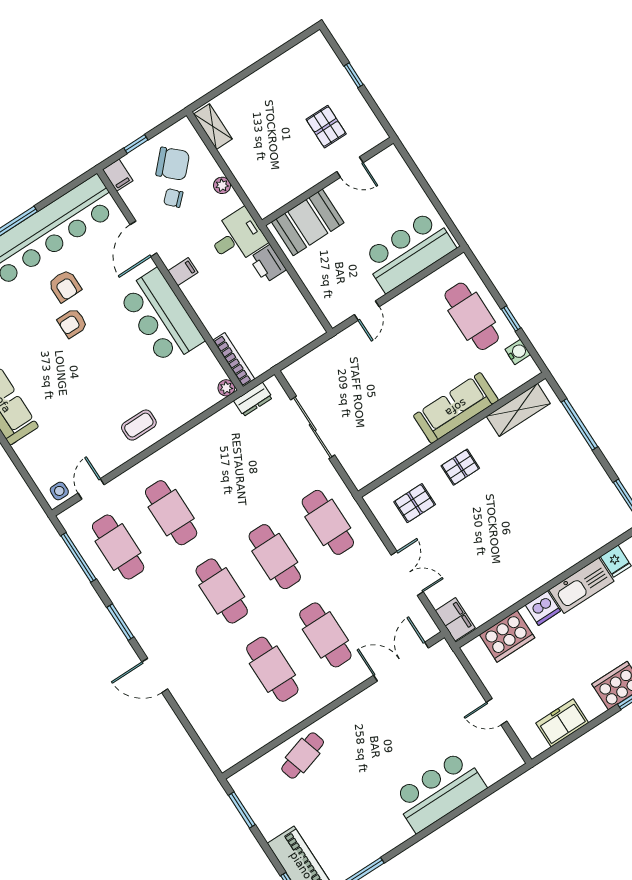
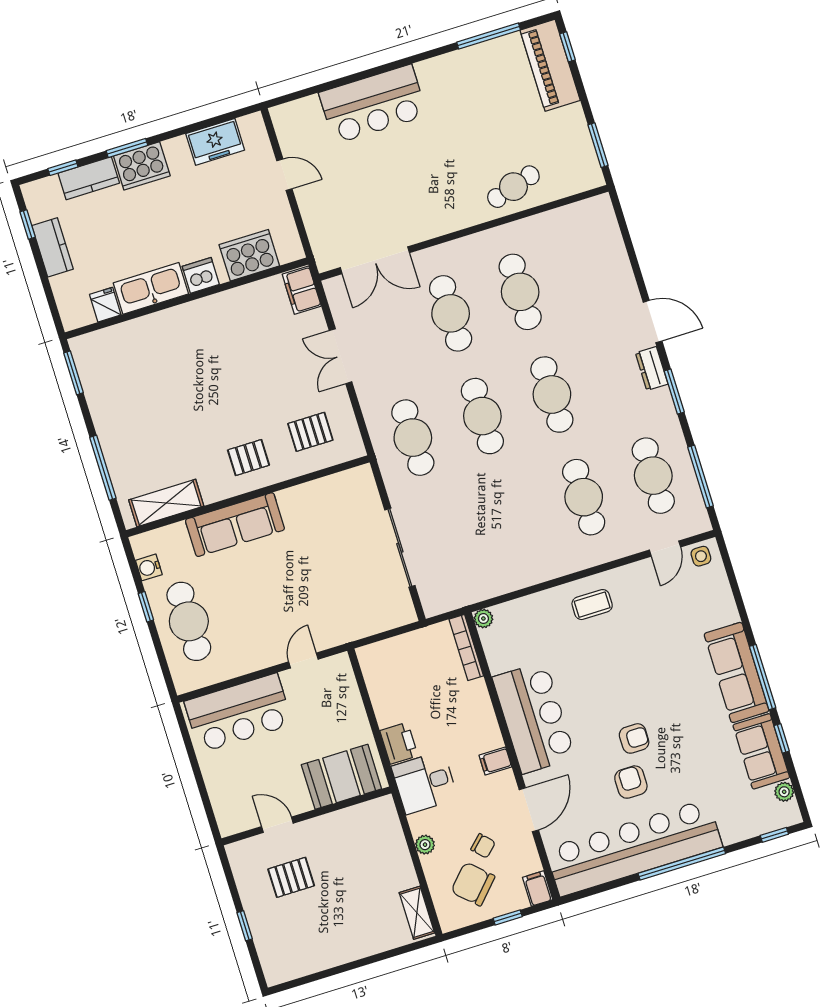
pallet: (326, 127) -> (291, 877), turned 90
dresser: (253, 399) -> (652, 368), moved, turned -90

